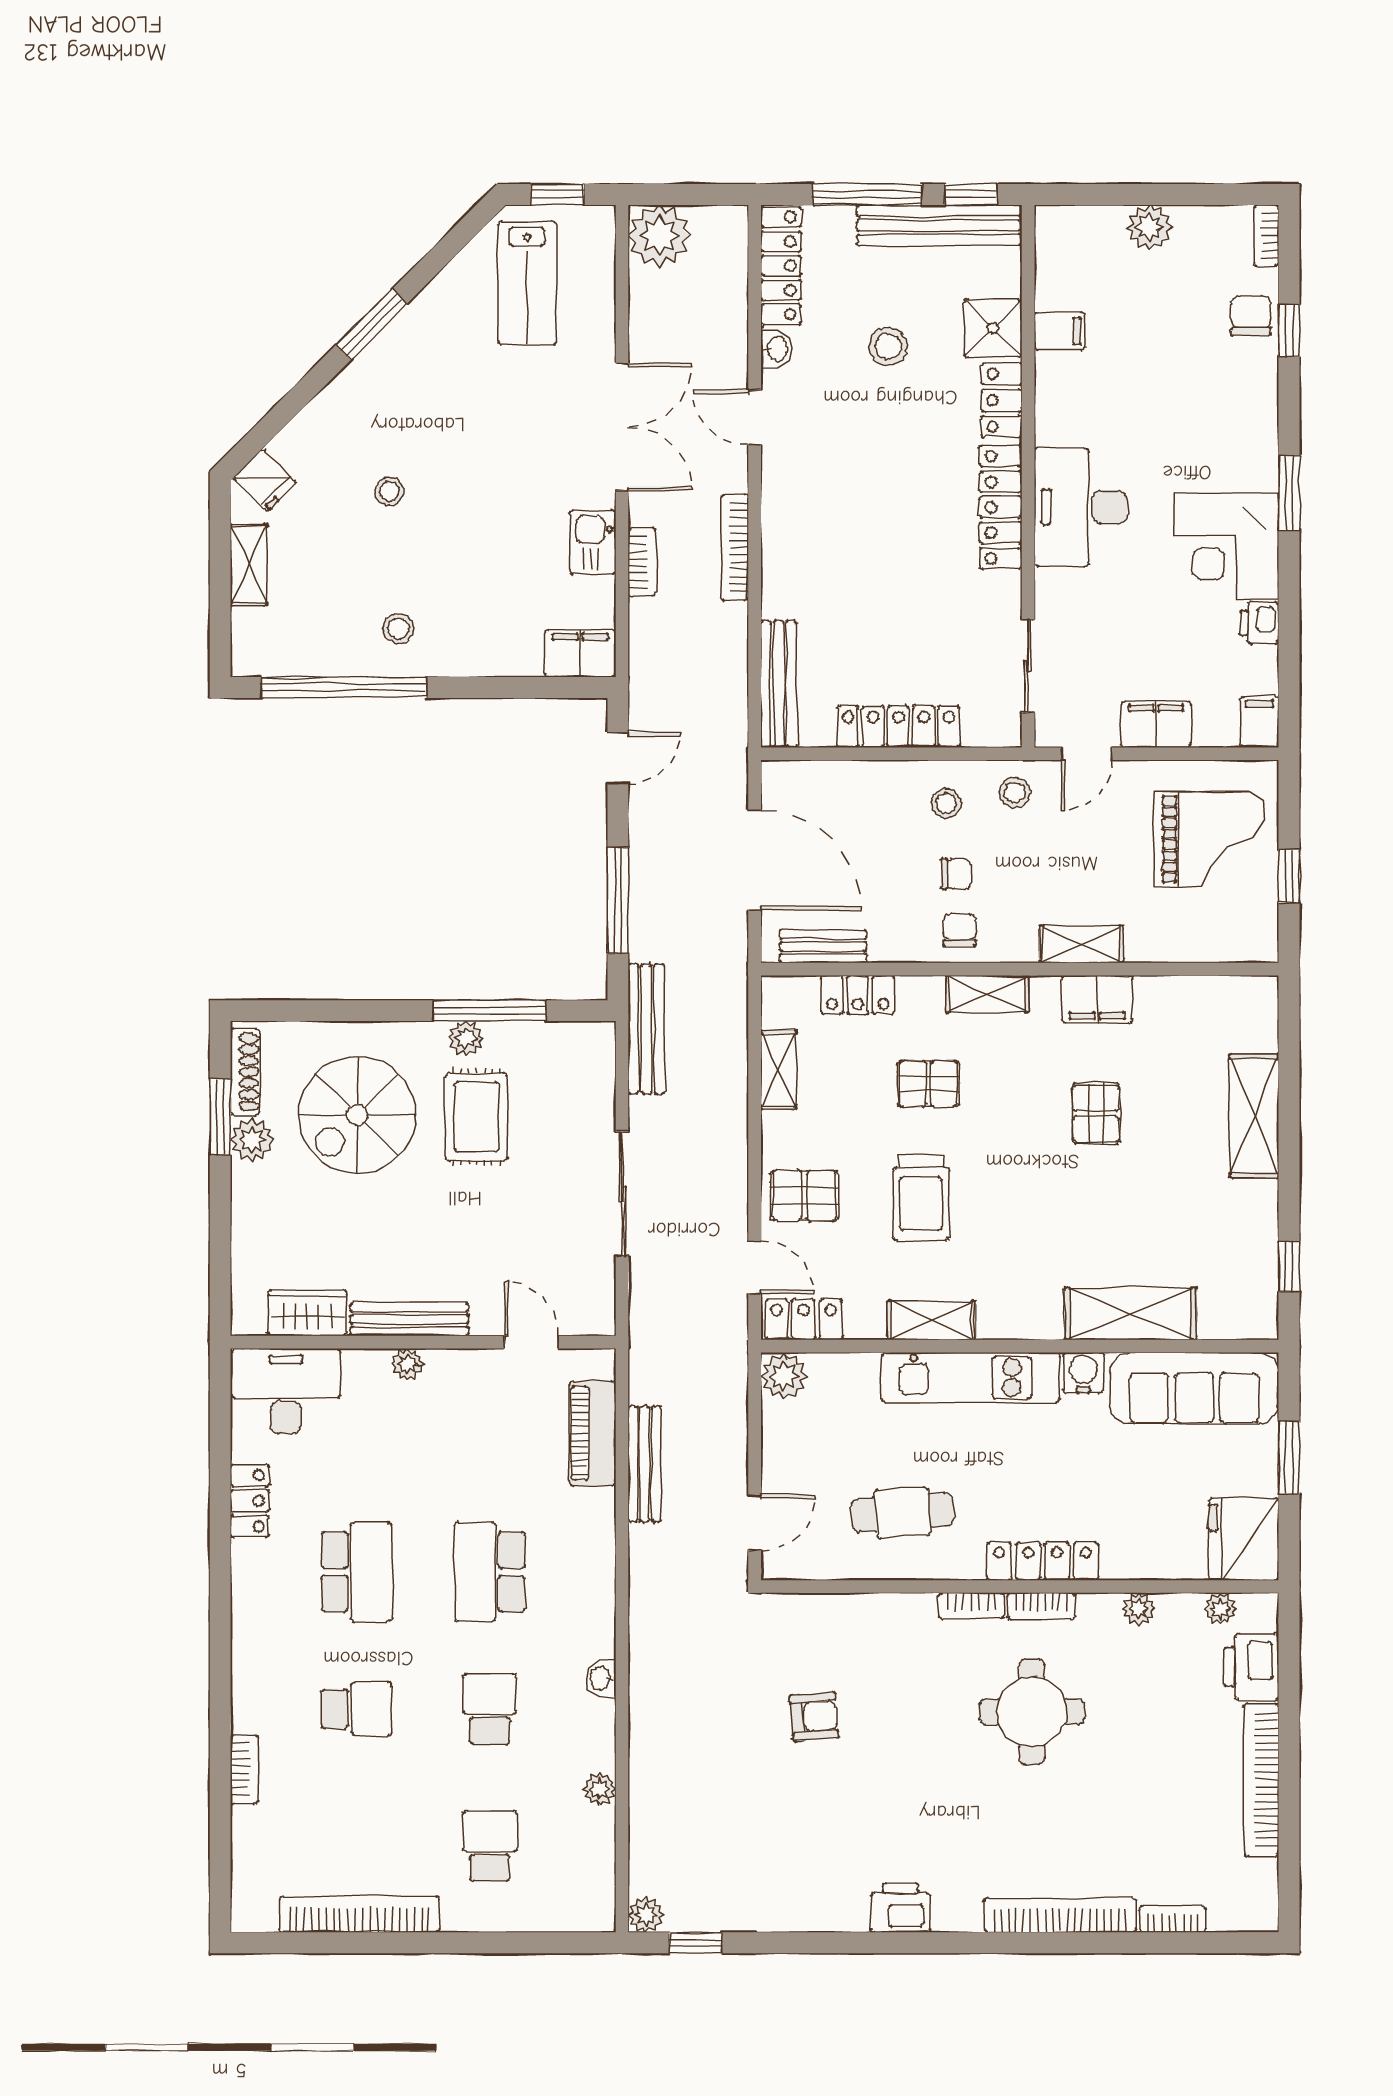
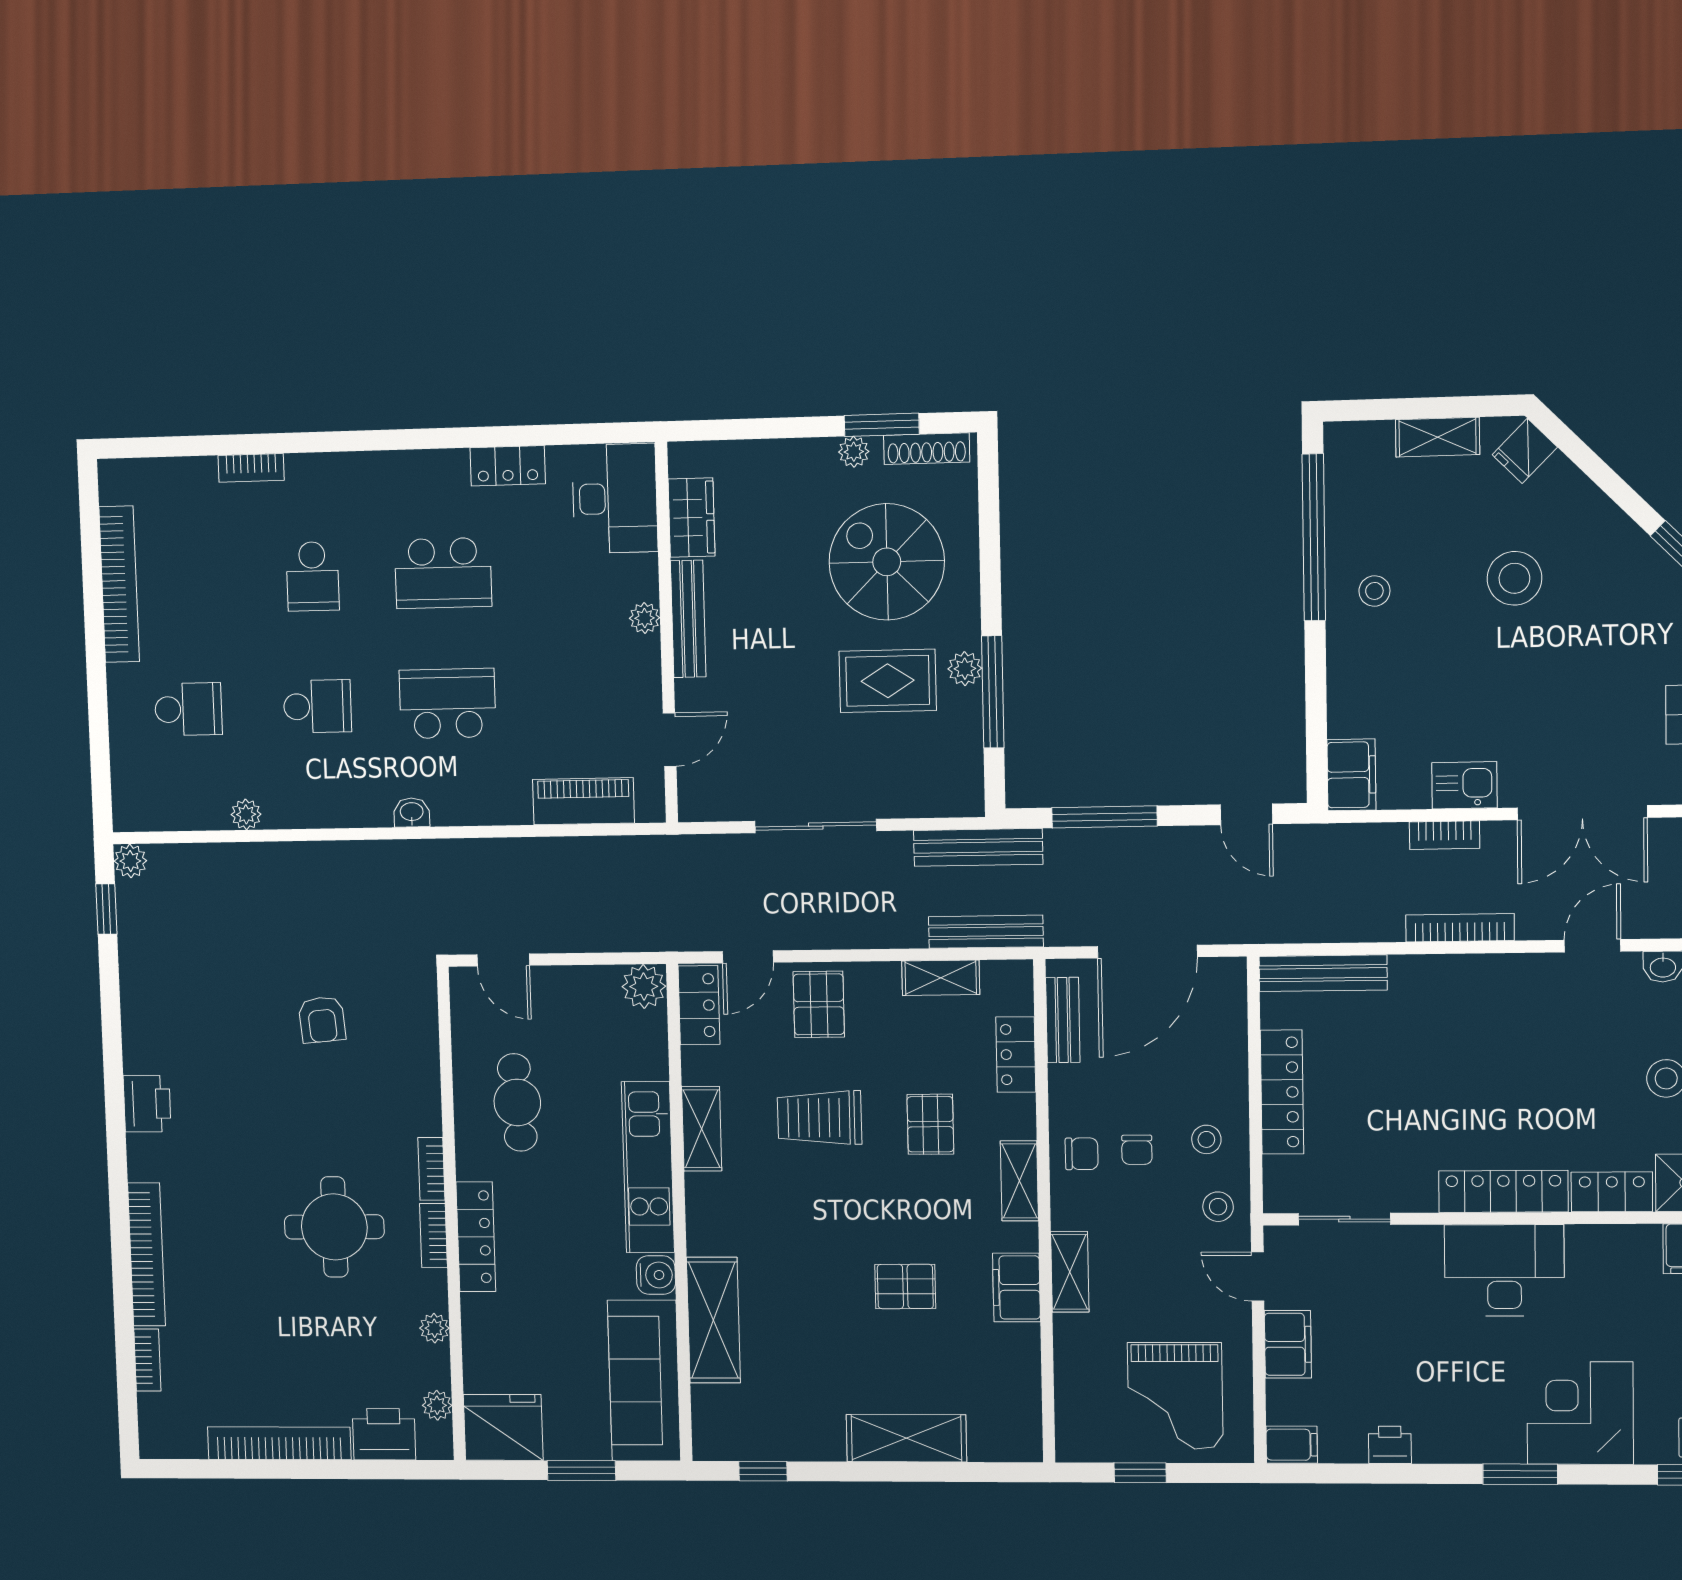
stool: (389, 491) -> (1514, 578), width x1.89, depth x1.89
corner desk: (1226, 546) -> (1580, 1413), moved
plant: (252, 1140) -> (854, 452), width x0.73, depth x0.73
bench: (644, 1464) -> (986, 932), moved
washbasin: (601, 1678) -> (412, 812), moved

